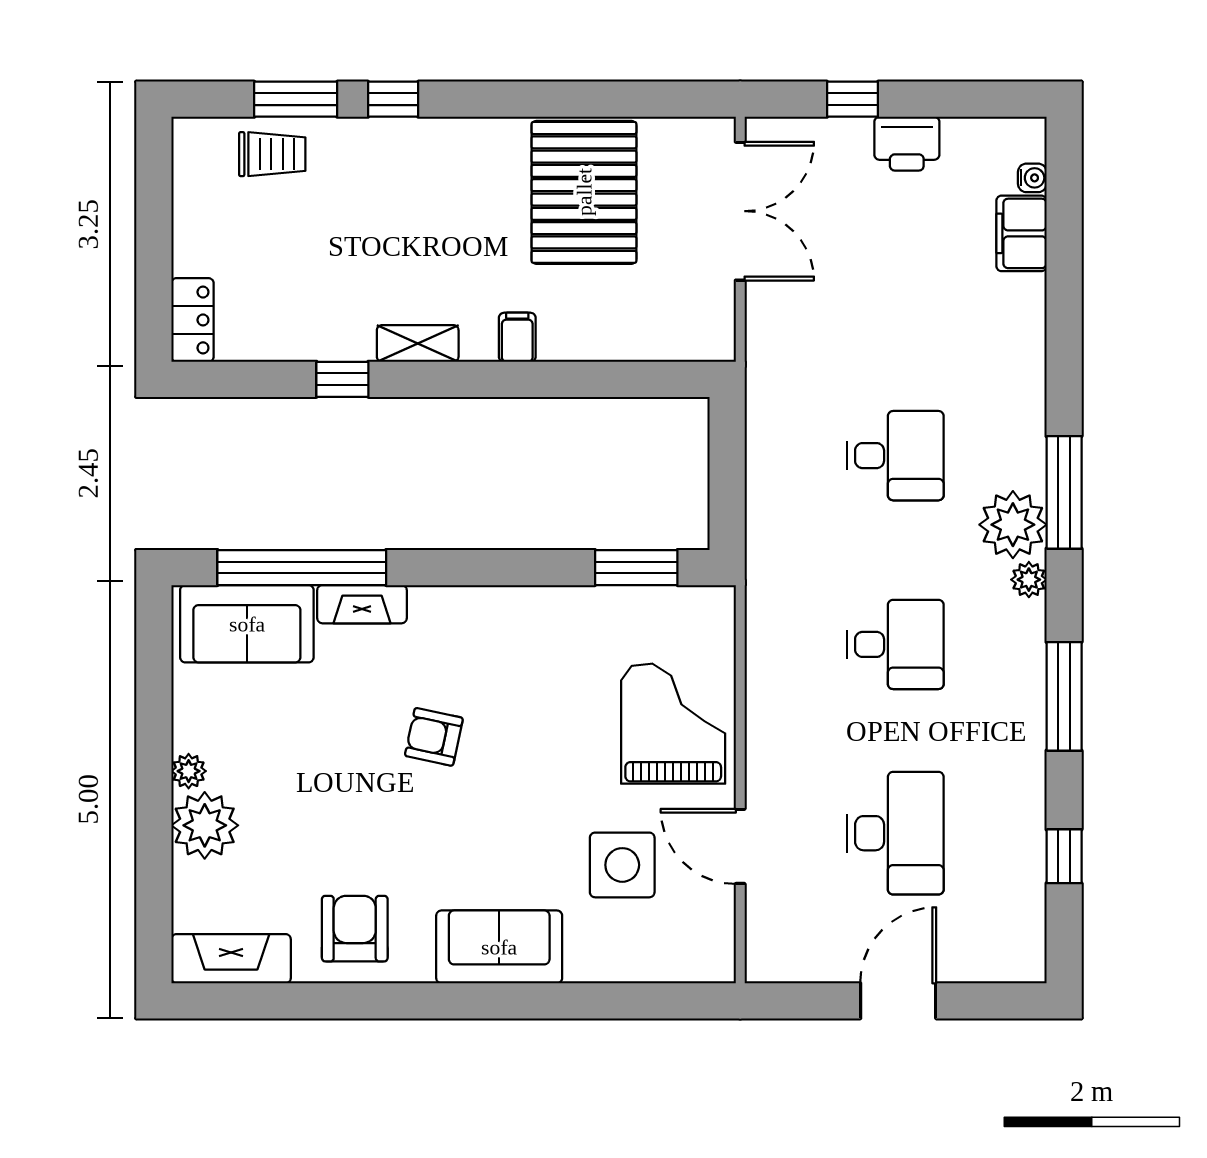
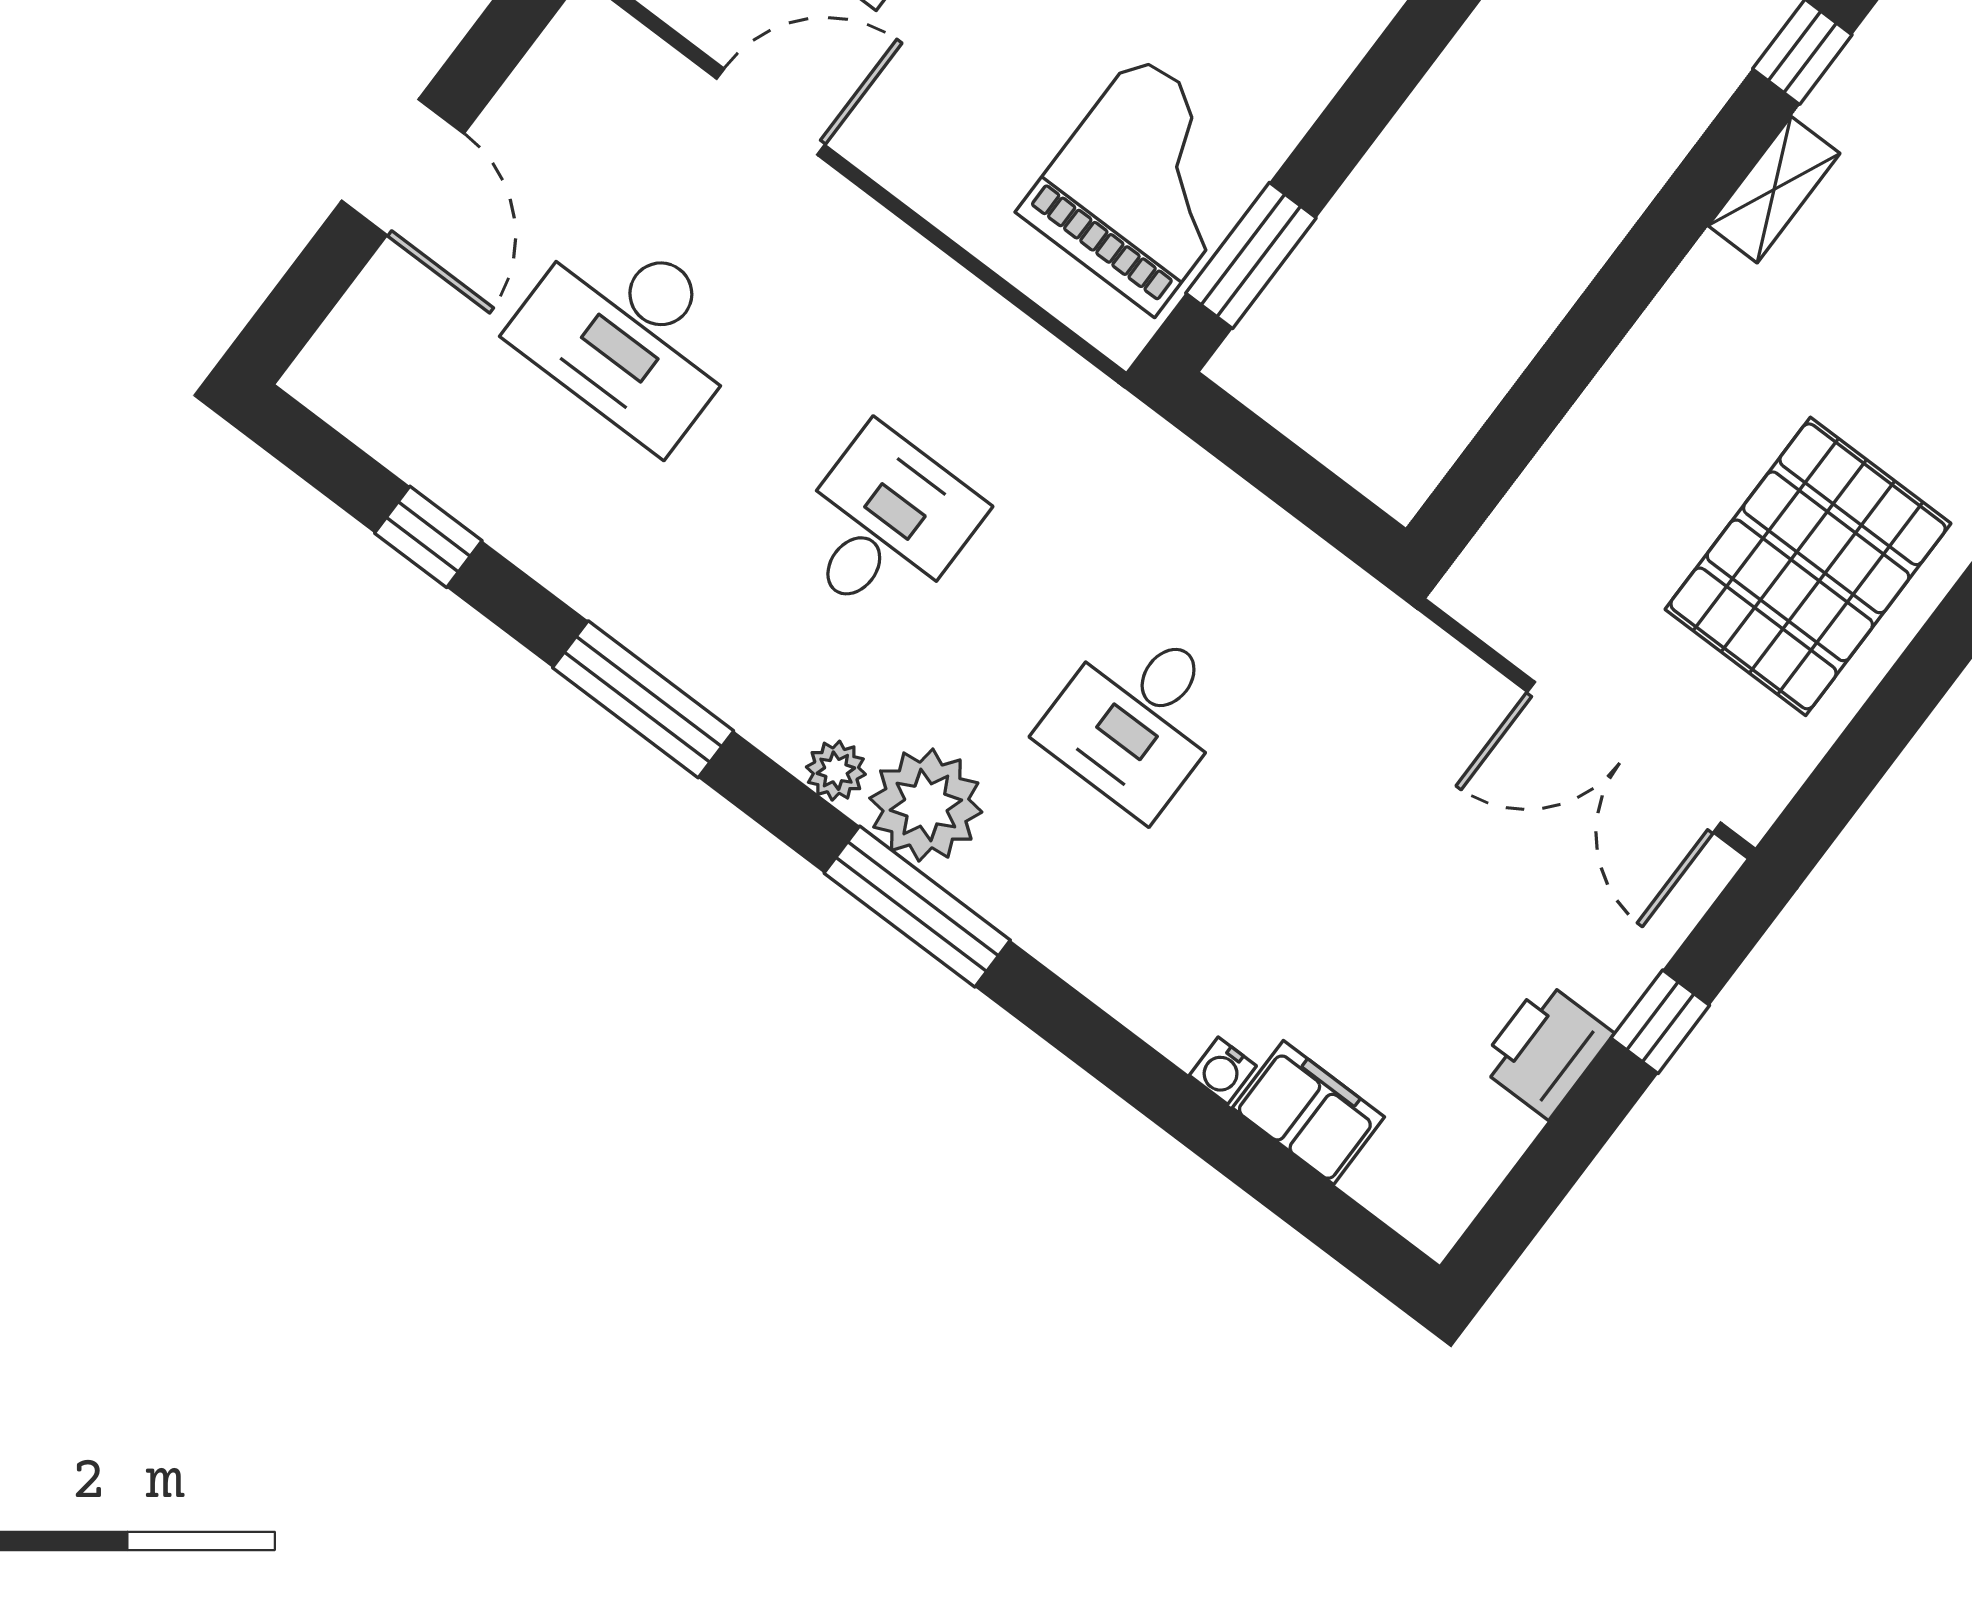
water cooler: (1032, 178) -> (1223, 1071), moved
pallet: (584, 192) -> (1808, 566), turned 90
filing cabinet: (517, 337) -> (1681, 330), removed
desk: (896, 644) -> (884, 526), turned 180
grand piano: (673, 724) -> (1146, 184), moved, turned -90

